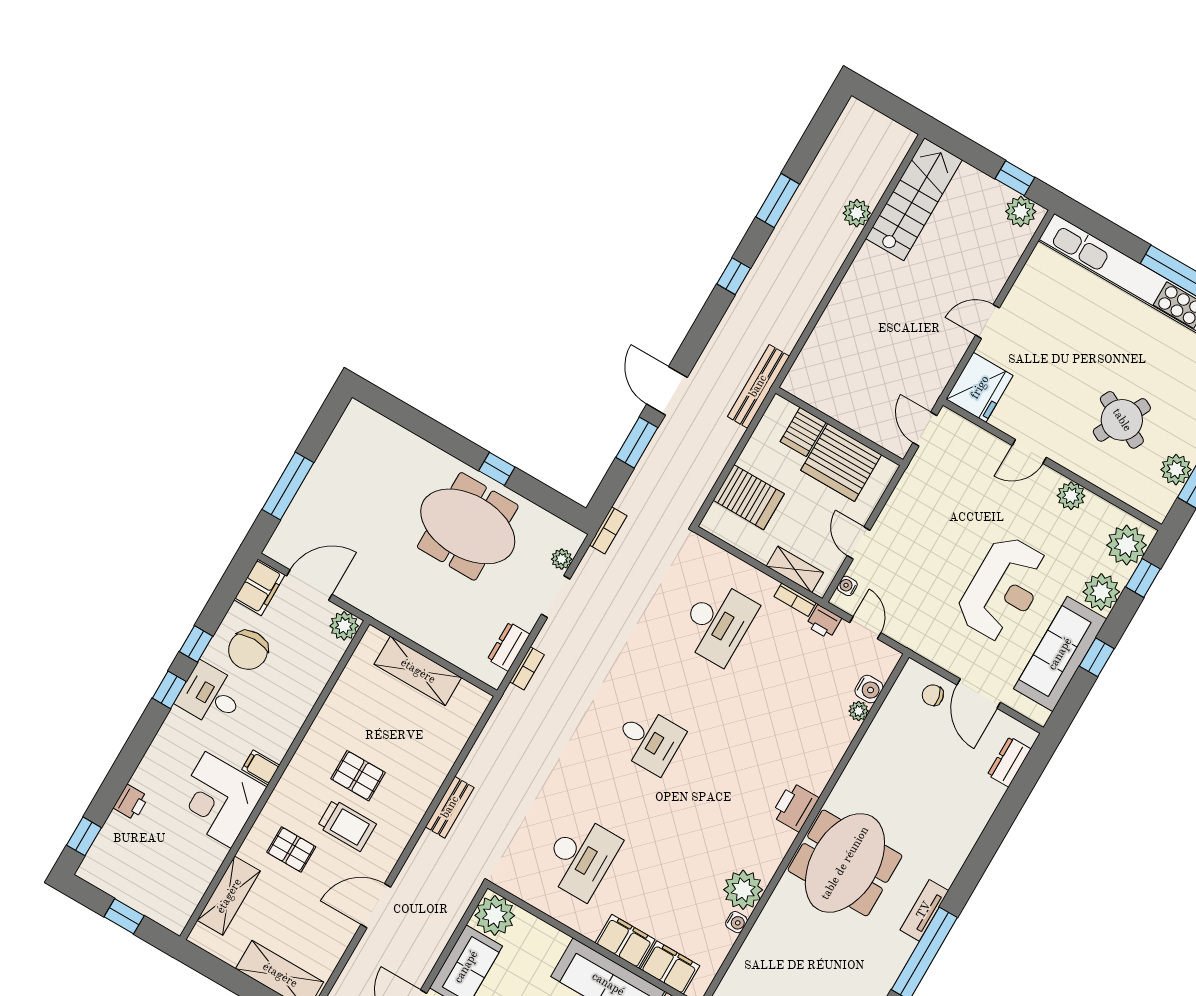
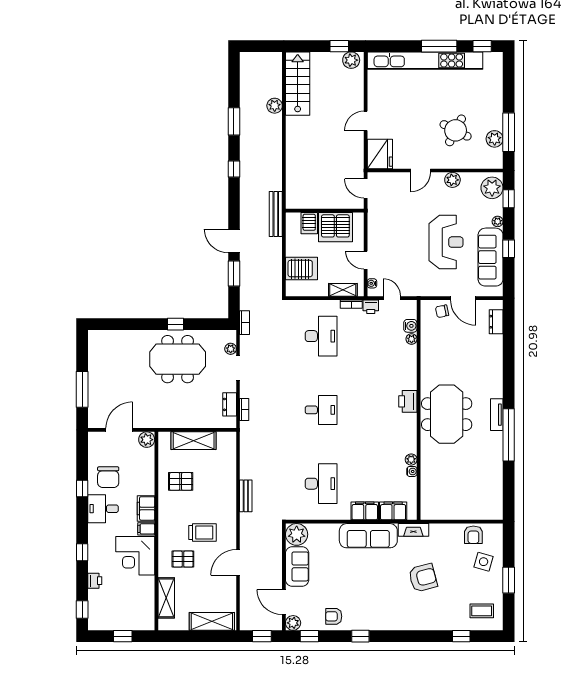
filing cabinet: (259, 587) -> (146, 508), moved, turned 180
plant: (1101, 592) -> (498, 221), width x0.53, depth x0.53
window: (169, 690) -> (82, 552), moved
pallet: (358, 776) -> (181, 481), moved
plant: (743, 890) -> (411, 460), width x0.53, depth x0.53

